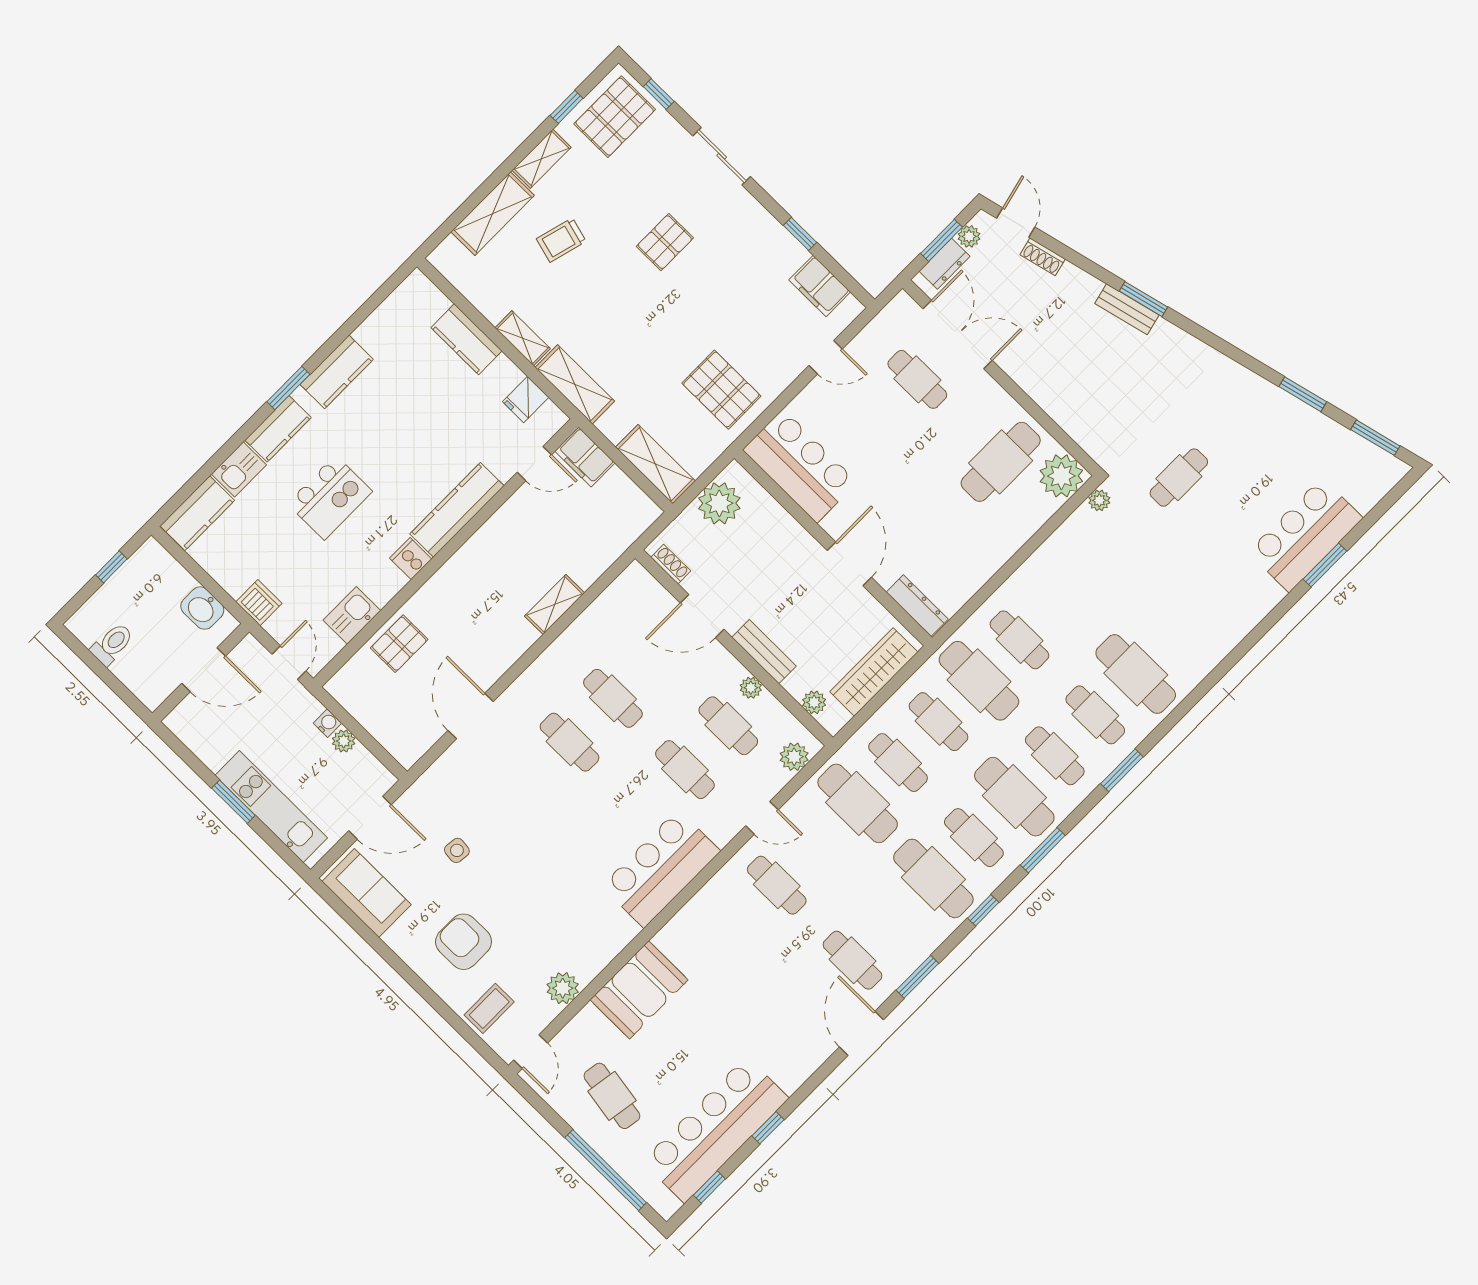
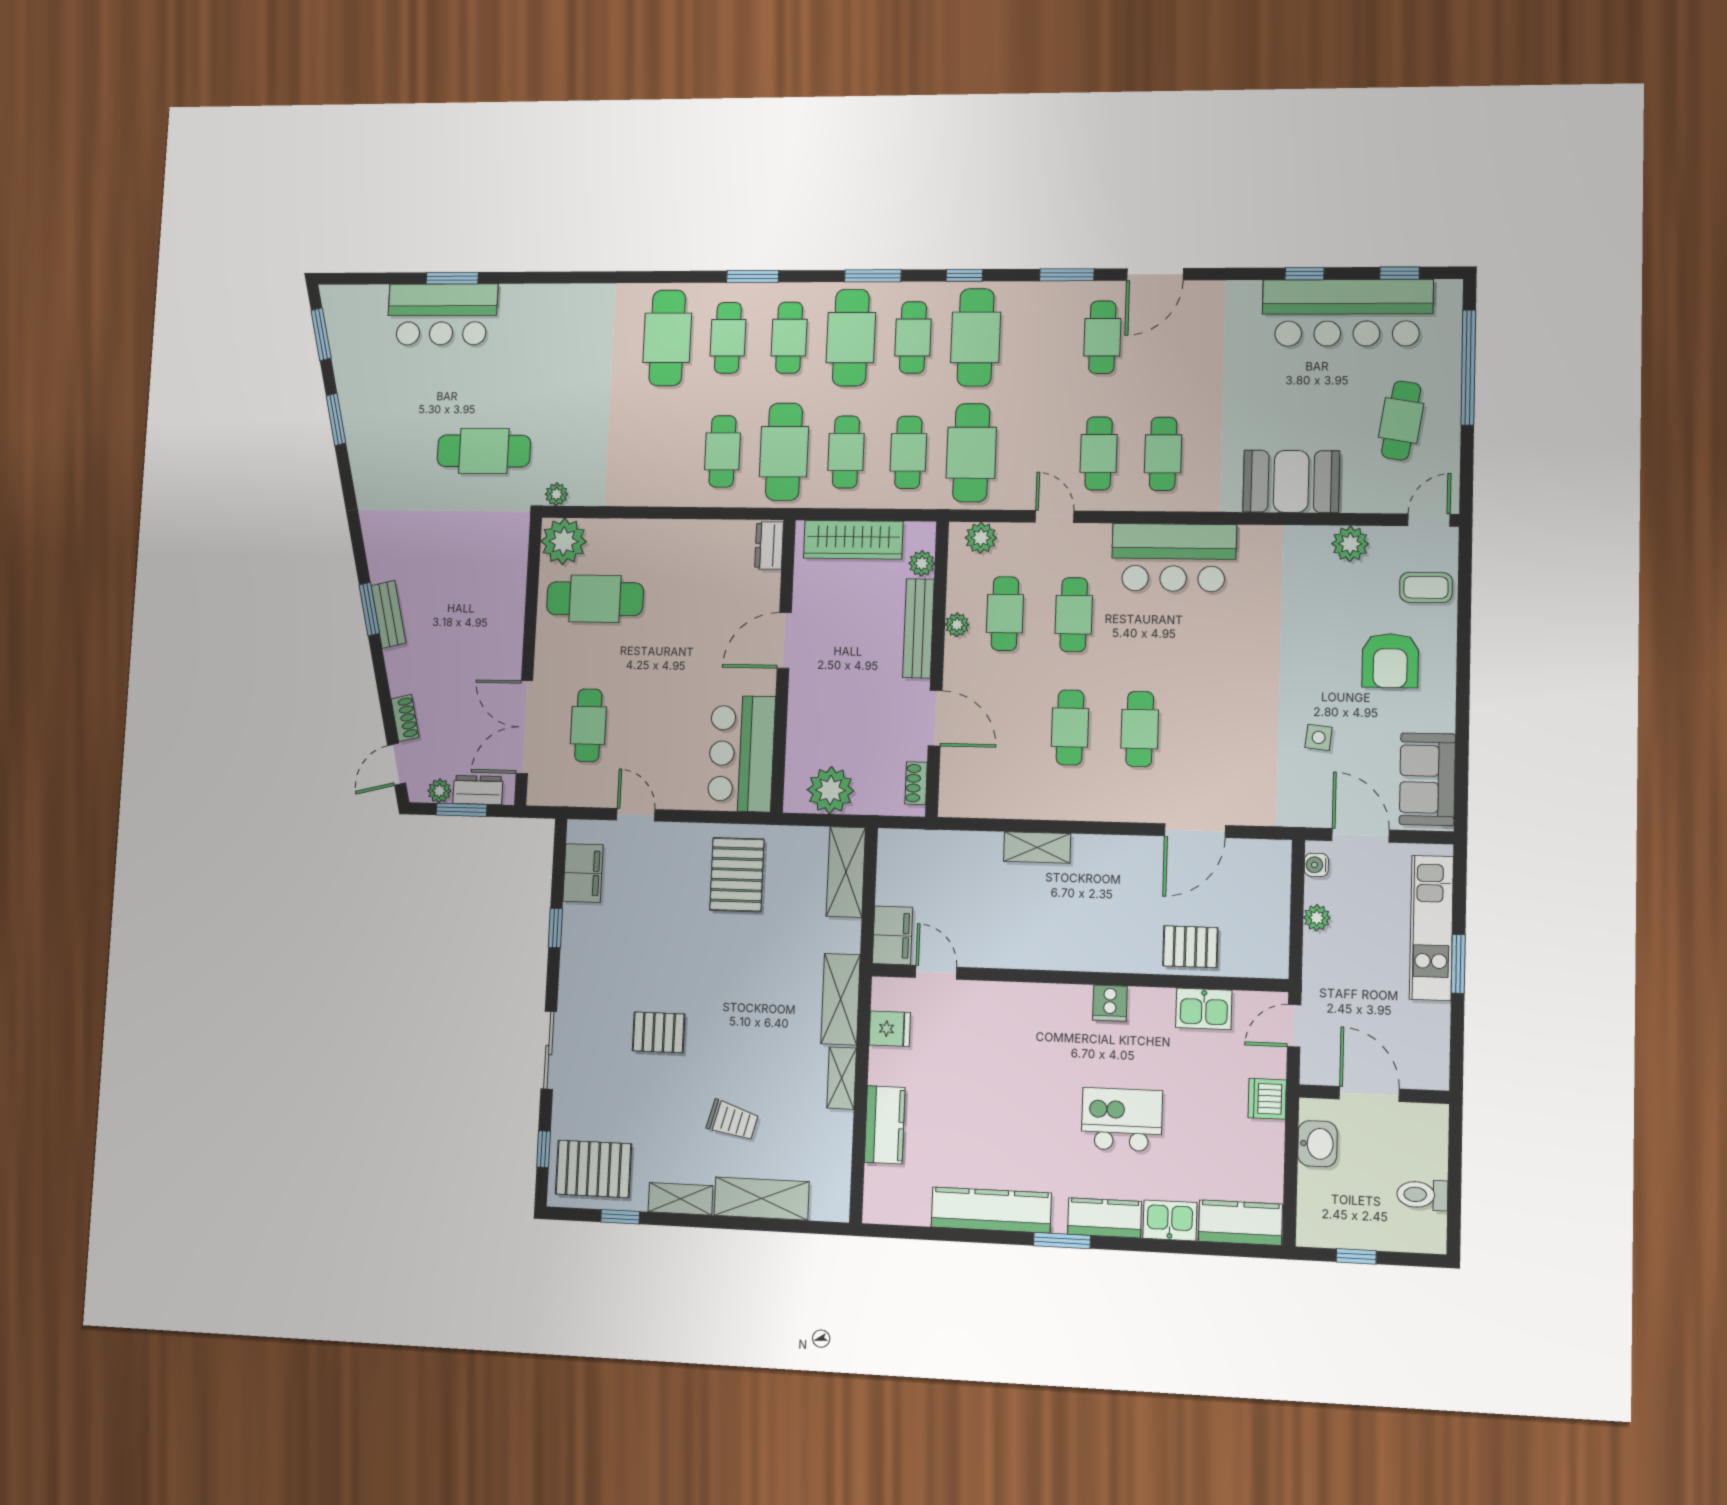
kitchen counter: (337, 372) -> (991, 1210), width x1.50
cafe table: (1179, 478) -> (484, 451), width x1.37, depth x1.35
kitchen counter: (457, 510) -> (1033, 1002), removed
dresser: (917, 606) -> (769, 545), width x0.70
bench: (764, 652) -> (918, 628), width x1.36
water cooler: (328, 723) -> (1316, 865), moved
cafe table: (736, 926) -> (1163, 454), added

